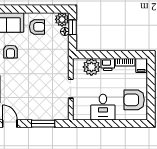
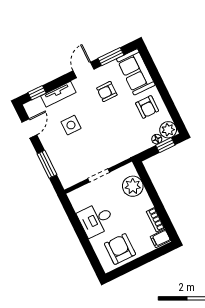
printer: (108, 65) -> (144, 202), removed
side table: (23, 91) -> (71, 125), added

